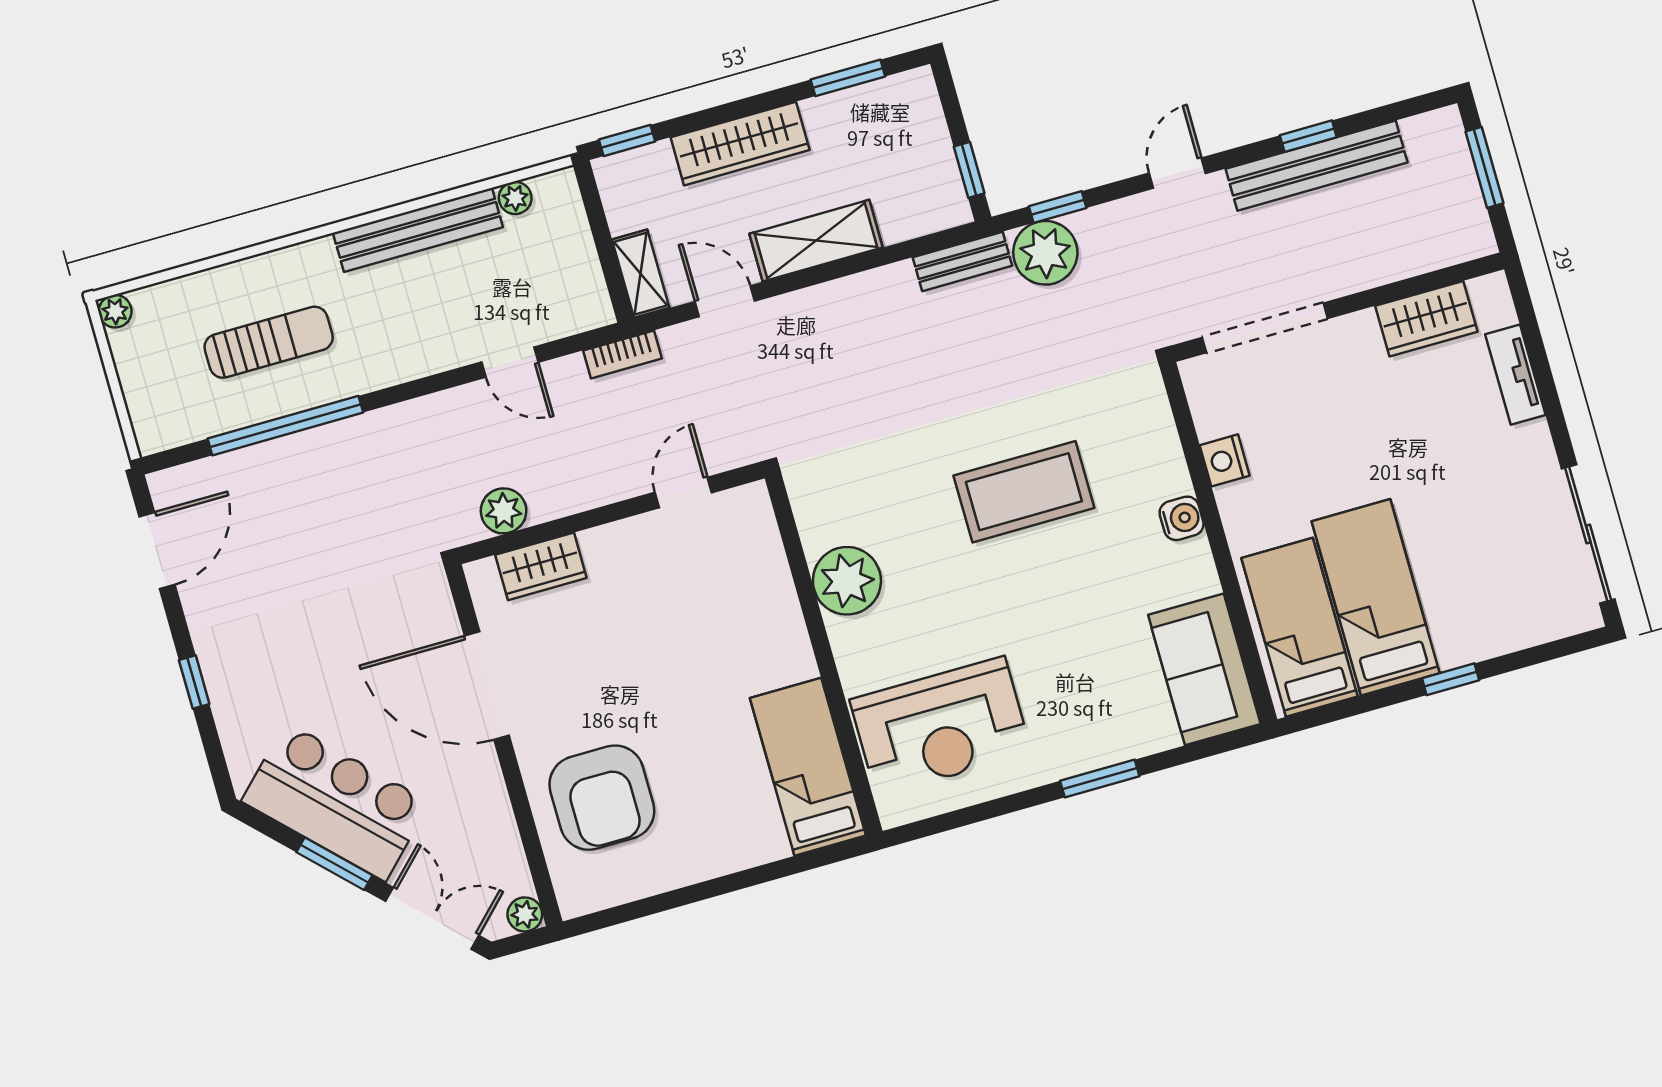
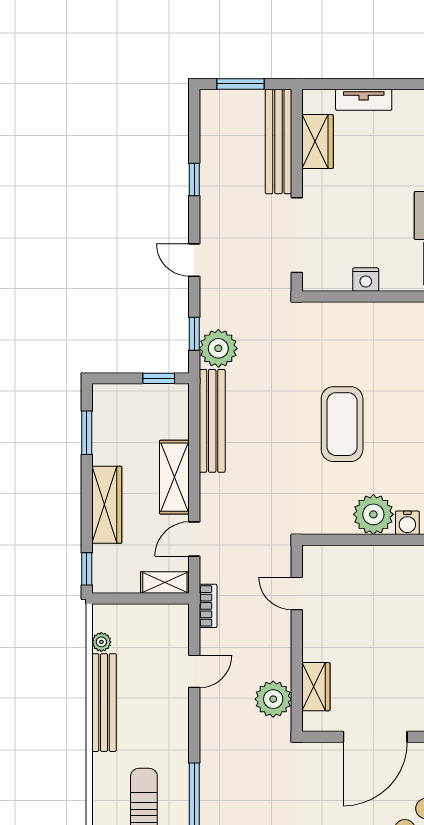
bench: (1317, 166) -> (278, 141), moved
bench: (962, 262) -> (212, 421), width x1.86, depth x1.21
coffee table: (1024, 492) -> (342, 424), moved
plant: (504, 511) -> (273, 699), width x1.36, depth x1.36
water cooler: (1182, 518) -> (407, 523), moved, turned 180

